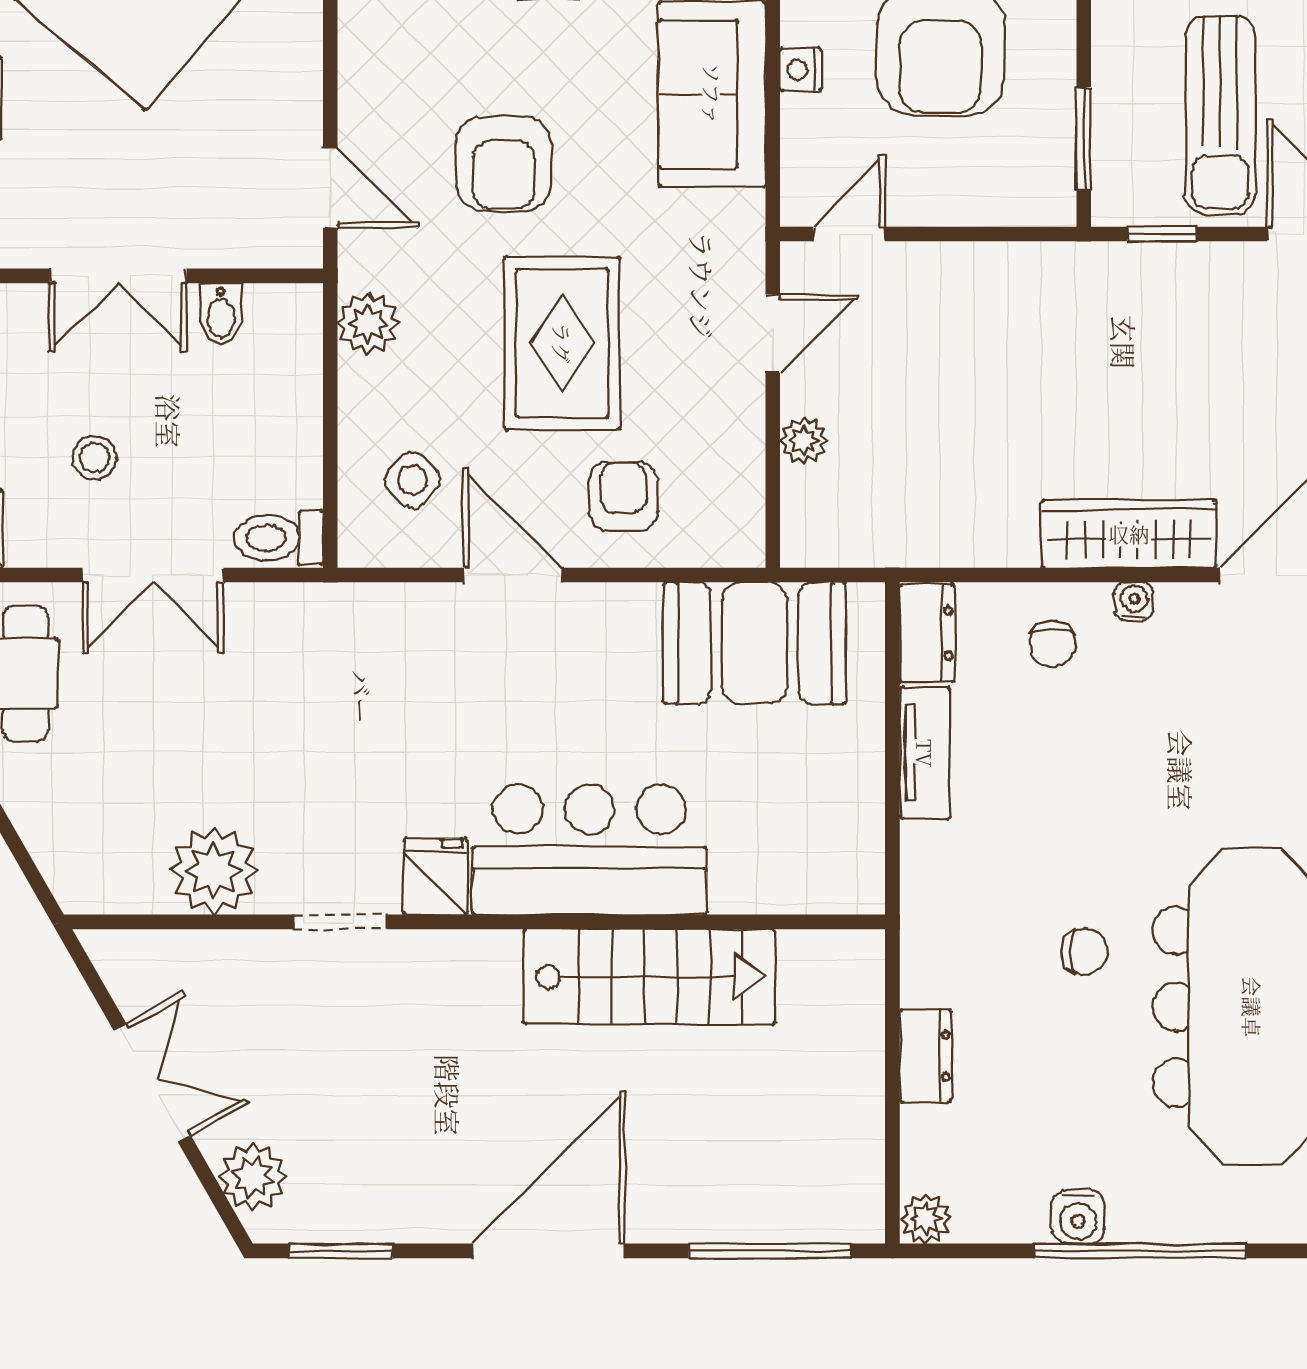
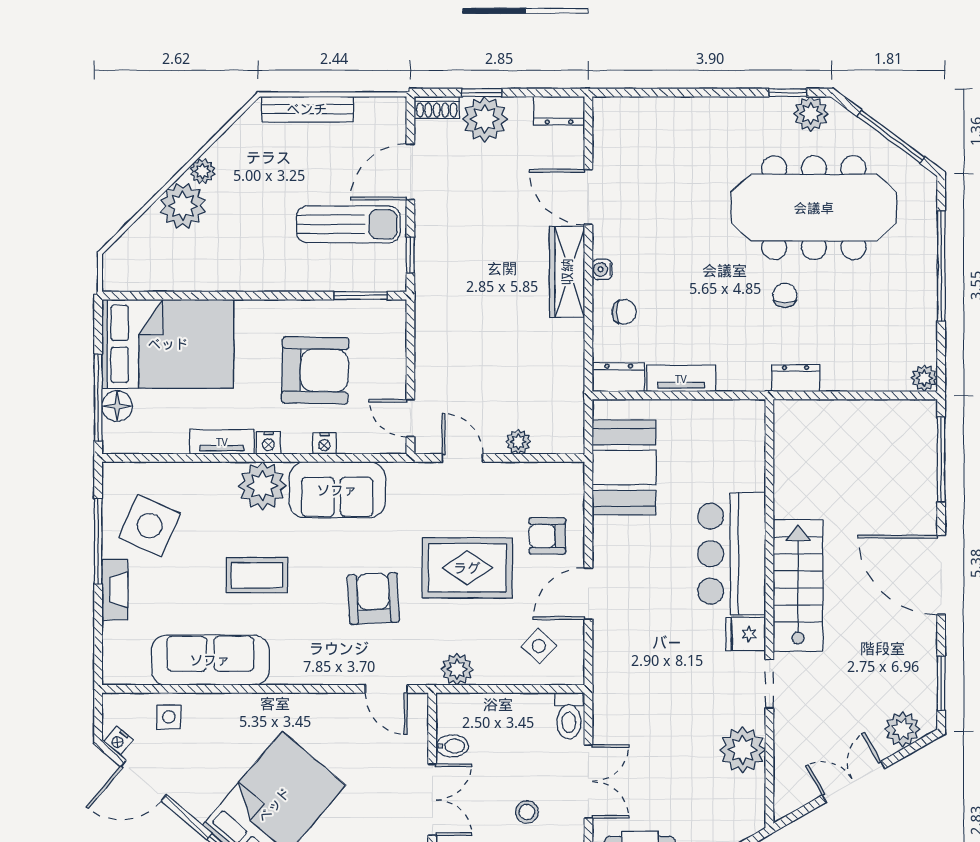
armchair: (504, 163) -> (373, 598), turned -93
door: (330, 188) -> (386, 689), swing flipped
stairs: (649, 977) -> (798, 585), moved
dresser: (926, 1056) -> (796, 378), moved
water cooler: (1078, 1217) -> (923, 298), removed

